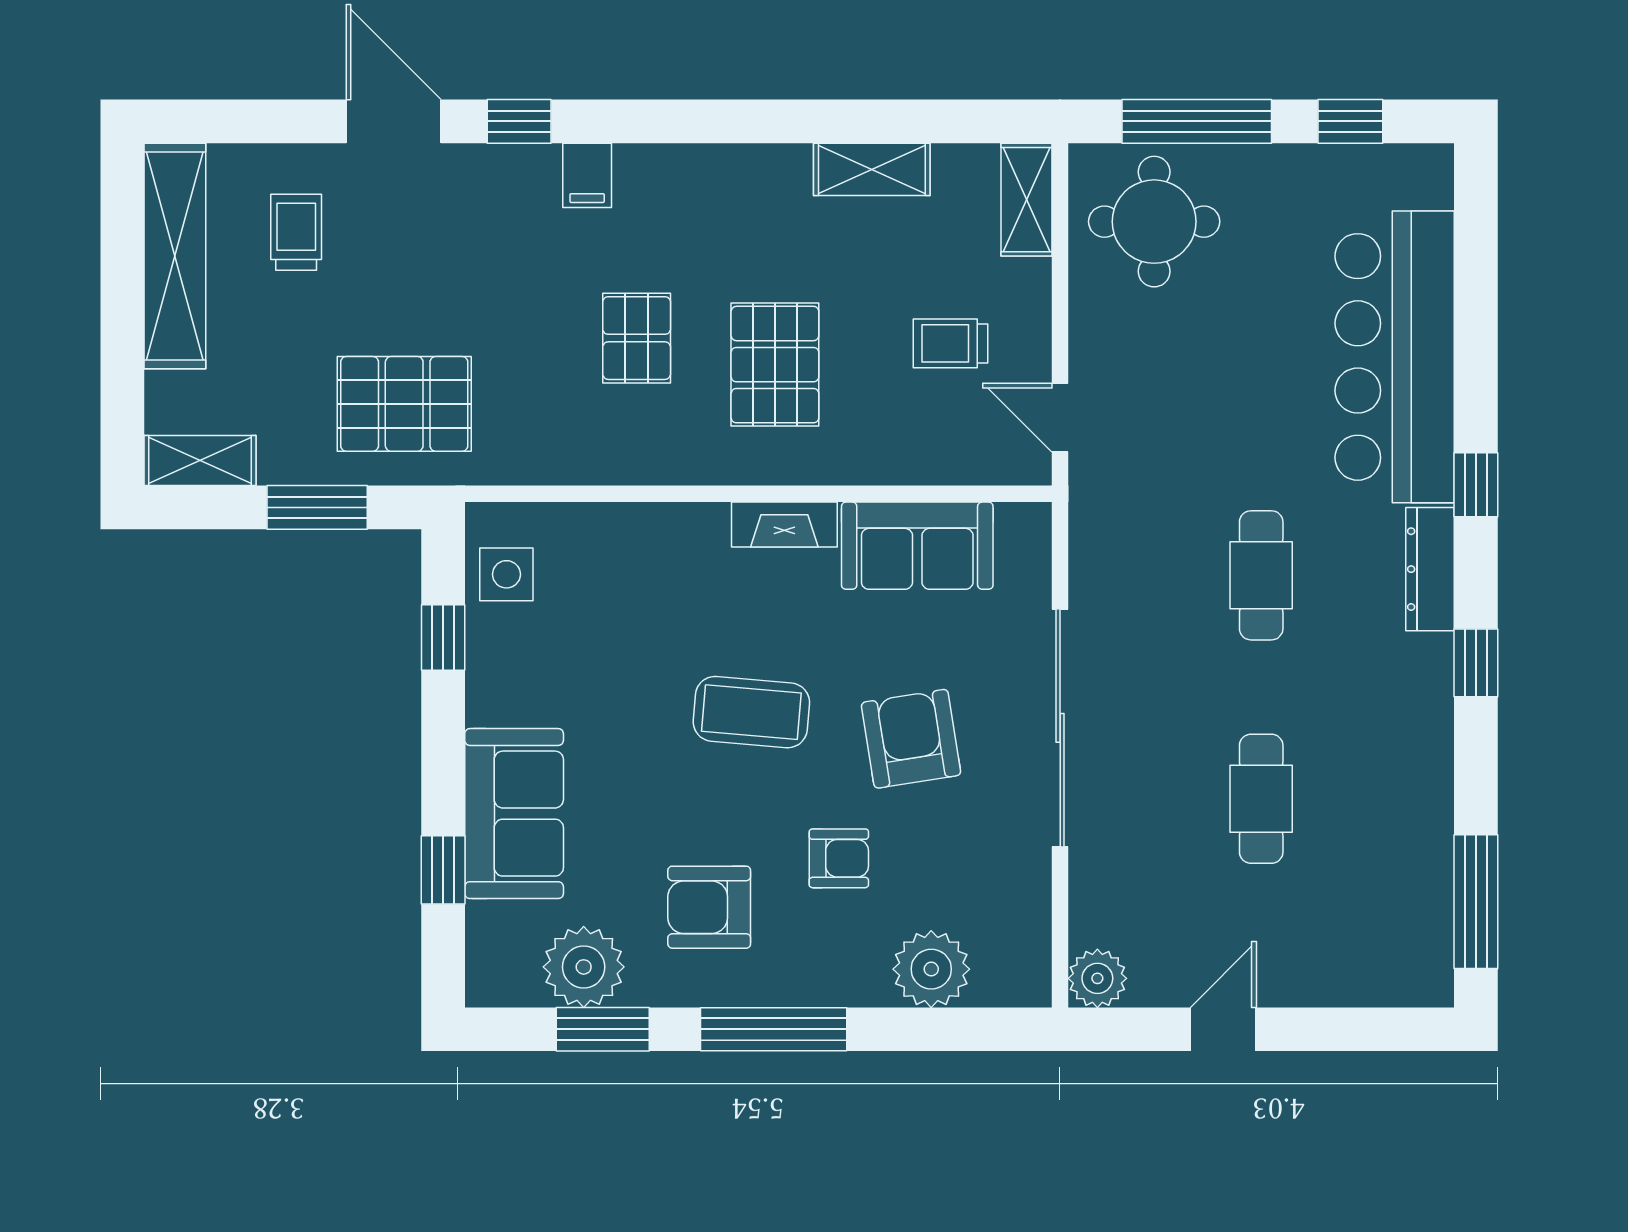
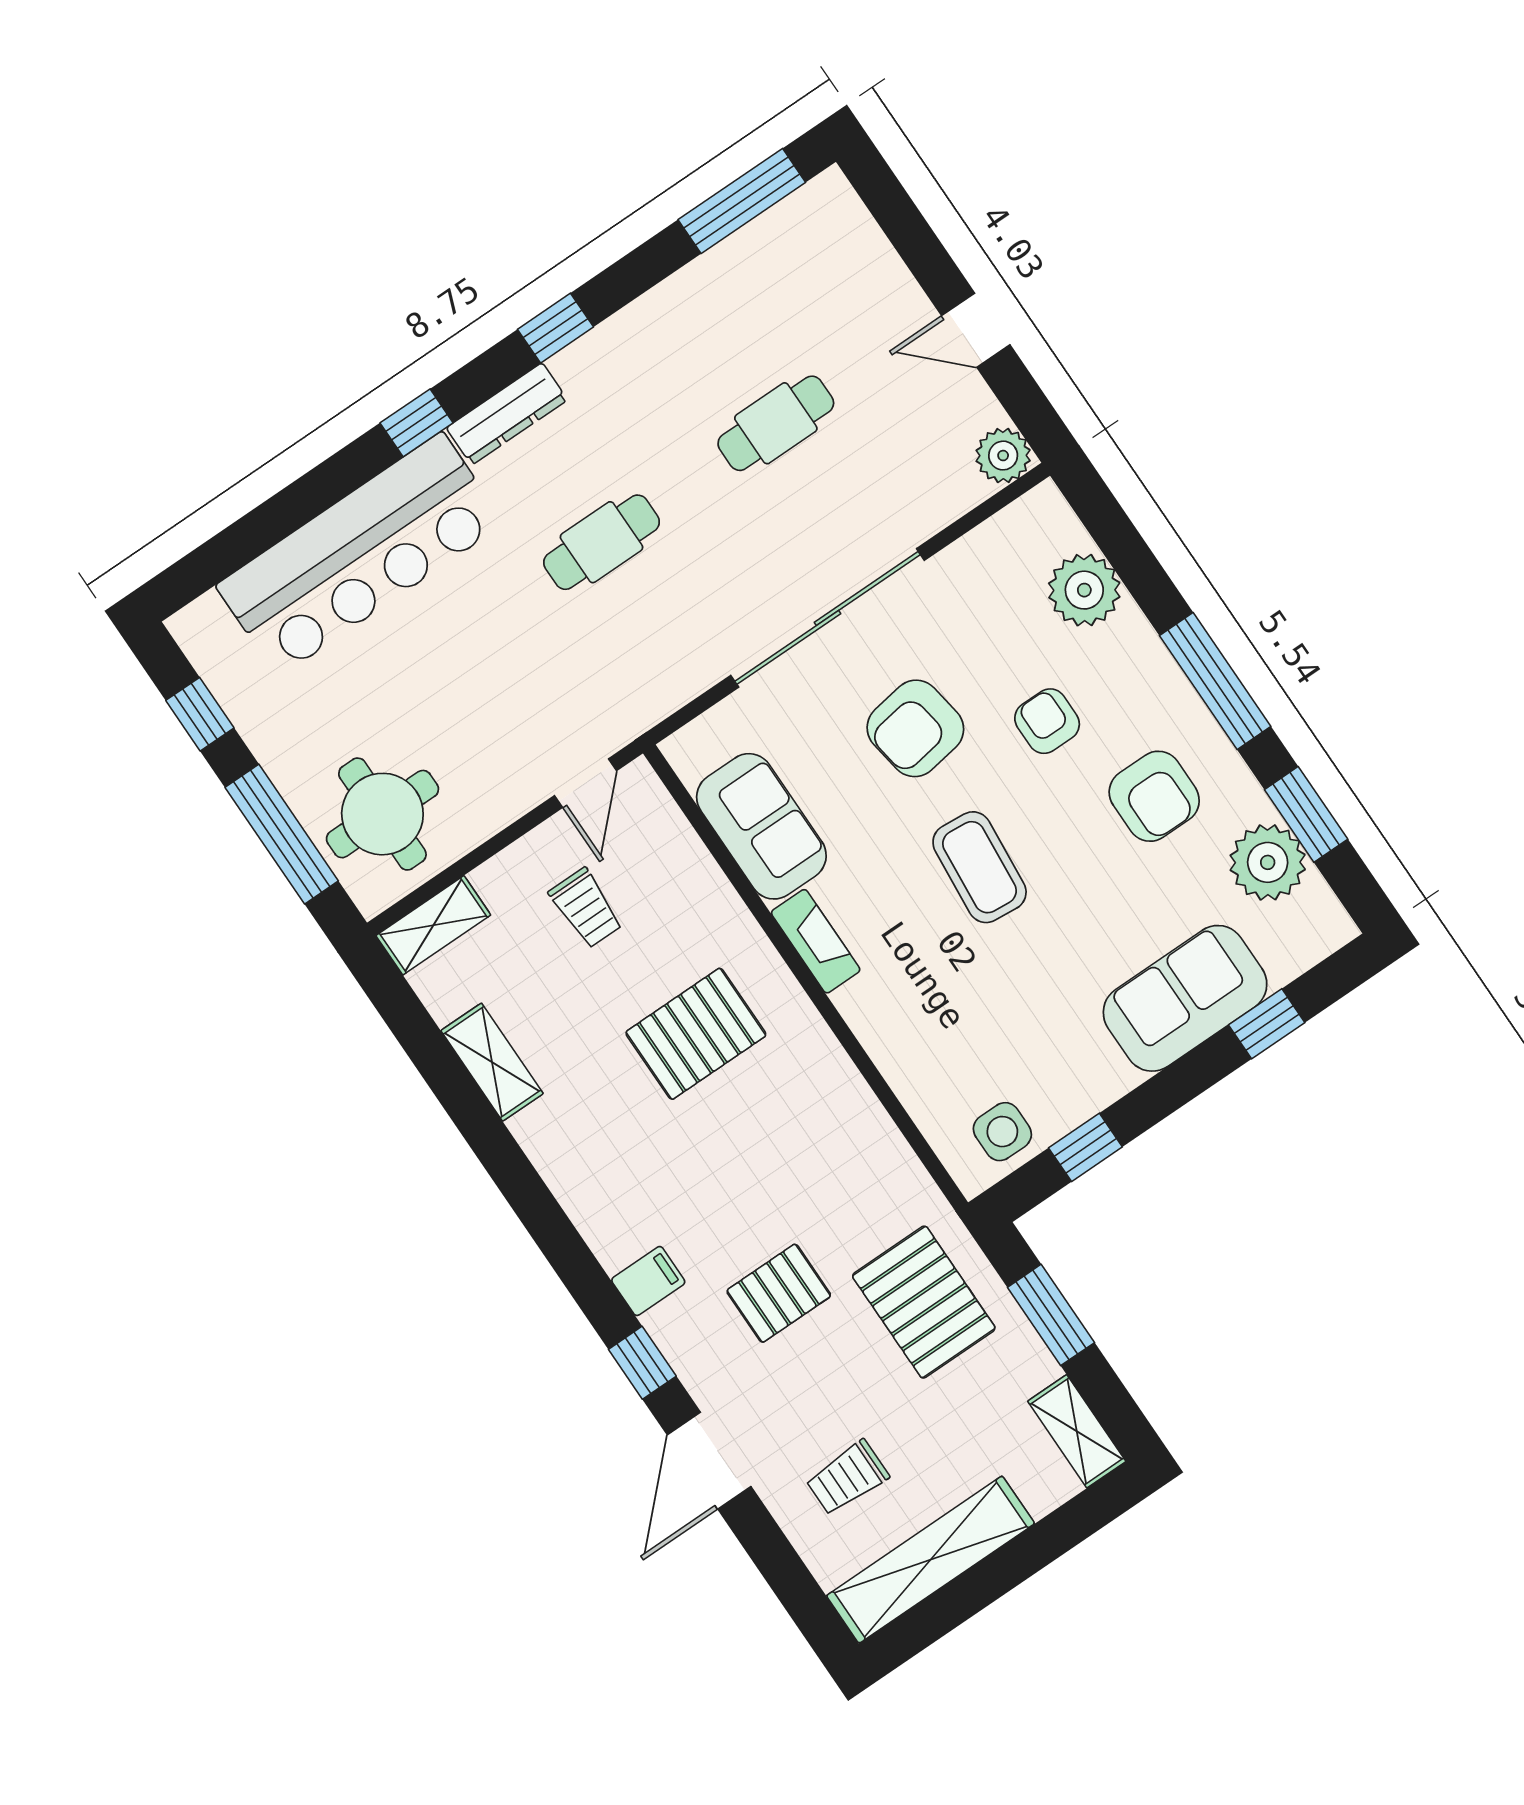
pallet: (637, 338) -> (779, 1293), moved

